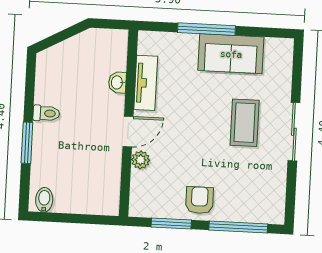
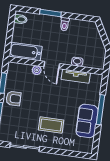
sliding door: (294, 132) -> (25, 147), moved
bathtub: (106, 185) -> (26, 52), added

